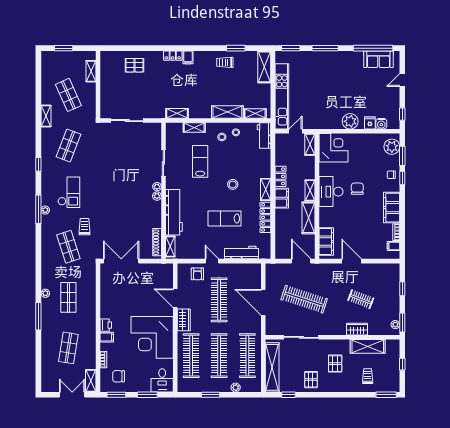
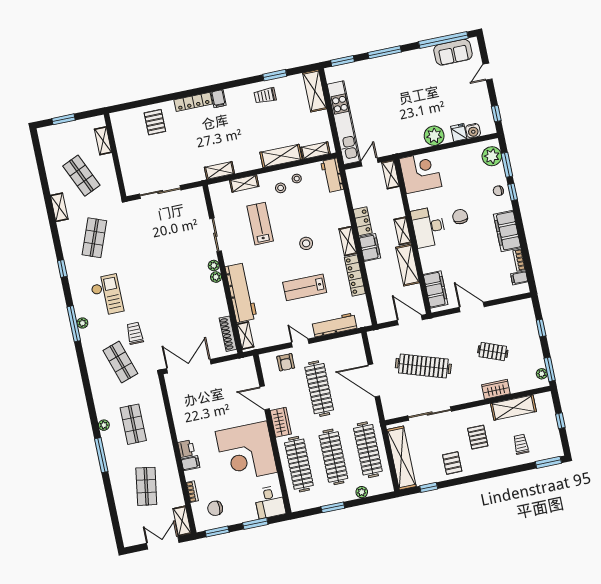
locker: (173, 56) -> (193, 102), width x1.53
pallet: (134, 65) -> (155, 122), turned 90

